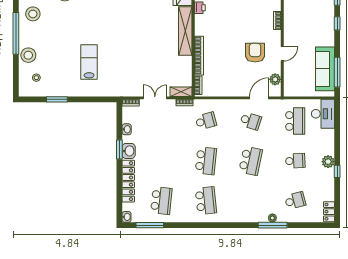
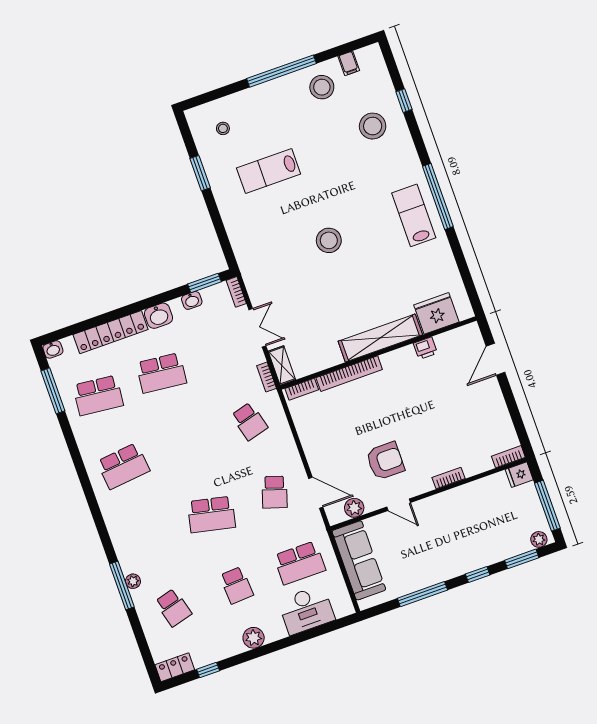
stool: (28, 55) -> (329, 240), moved
lab bench: (89, 62) -> (269, 171), moved, turned 180
sofa: (325, 69) -> (359, 560), moved, turned 90
window: (337, 72) -> (422, 594), moved
desk: (323, 114) -> (306, 610), moved
window: (119, 150) -> (204, 283), moved
school desk: (206, 161) -> (161, 373), moved
window: (337, 171) -> (208, 670), moved

